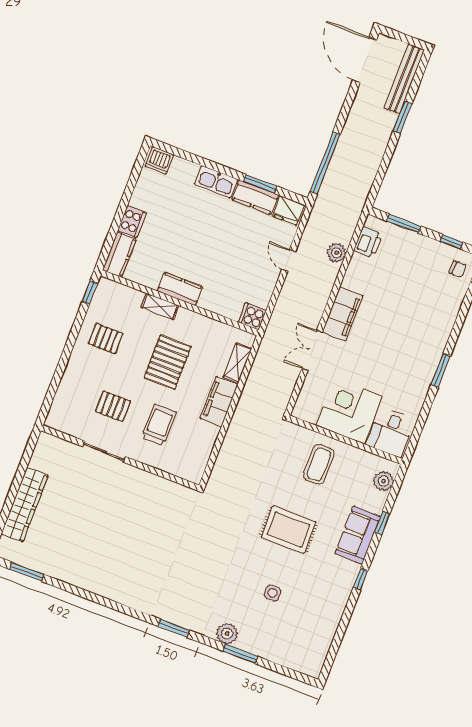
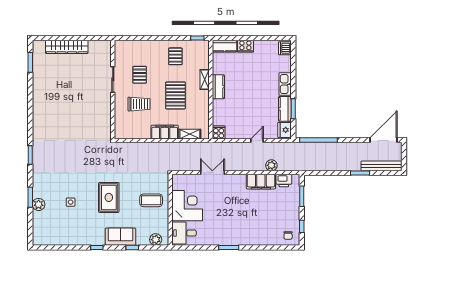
filing cabinet: (343, 314) -> (261, 182), moved
pallet: (168, 362) -> (175, 95), turned 90
plant: (227, 634) -> (39, 204), moved

